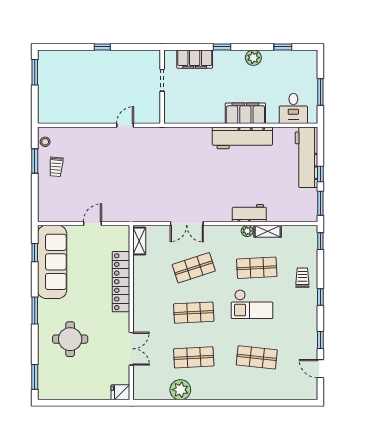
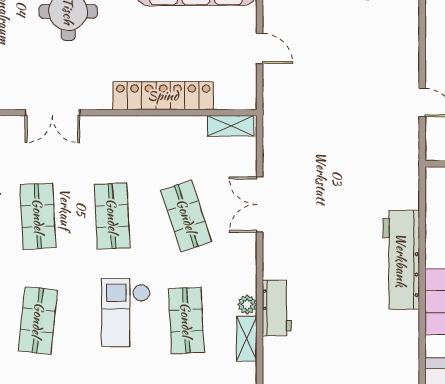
workbench: (242, 138) -> (401, 260), moved

